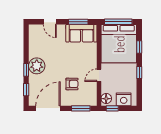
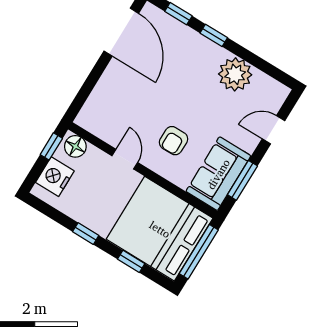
plant: (37, 66) -> (235, 74), moved
armchair: (72, 84) -> (174, 141), moved
window: (81, 108) -> (86, 90), removed

